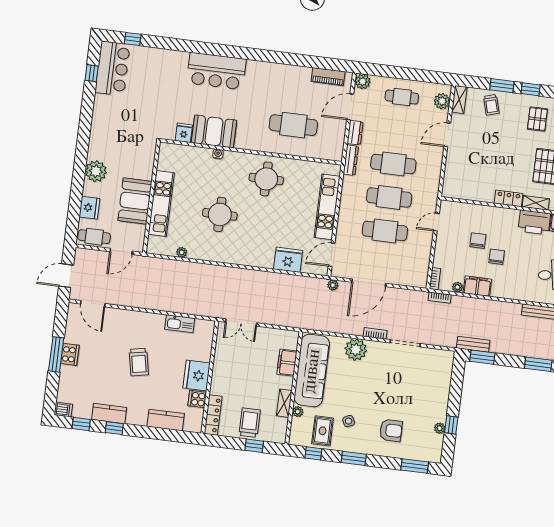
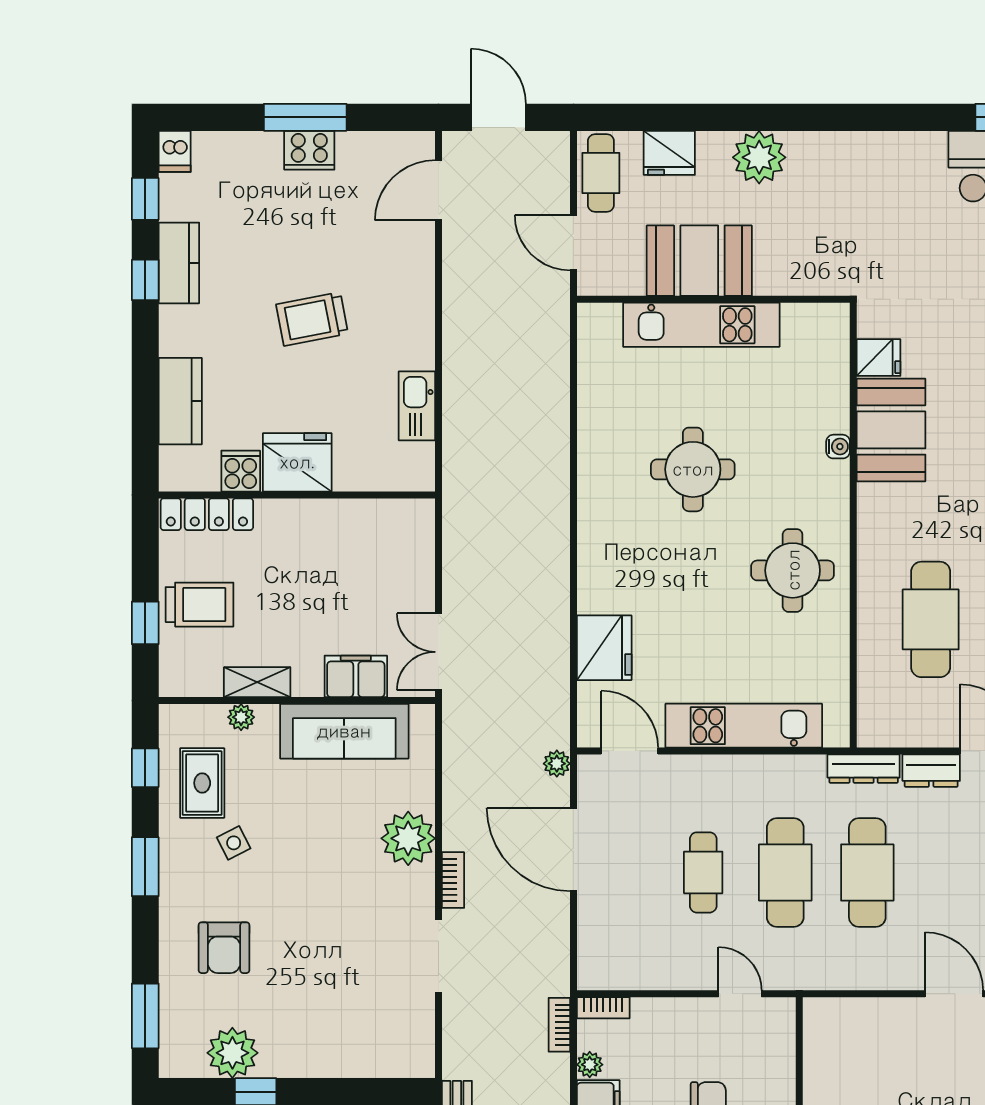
cafe table: (385, 231) -> (703, 872), width x0.73, depth x0.74
plant: (182, 252) -> (590, 389), removed
double door: (241, 323) -> (439, 652), moved
sofa: (312, 371) -> (344, 731), width x0.74, depth x0.79
plant: (440, 428) -> (232, 1053), width x1.87, depth x1.87
rug: (323, 431) -> (202, 783), turned 90

